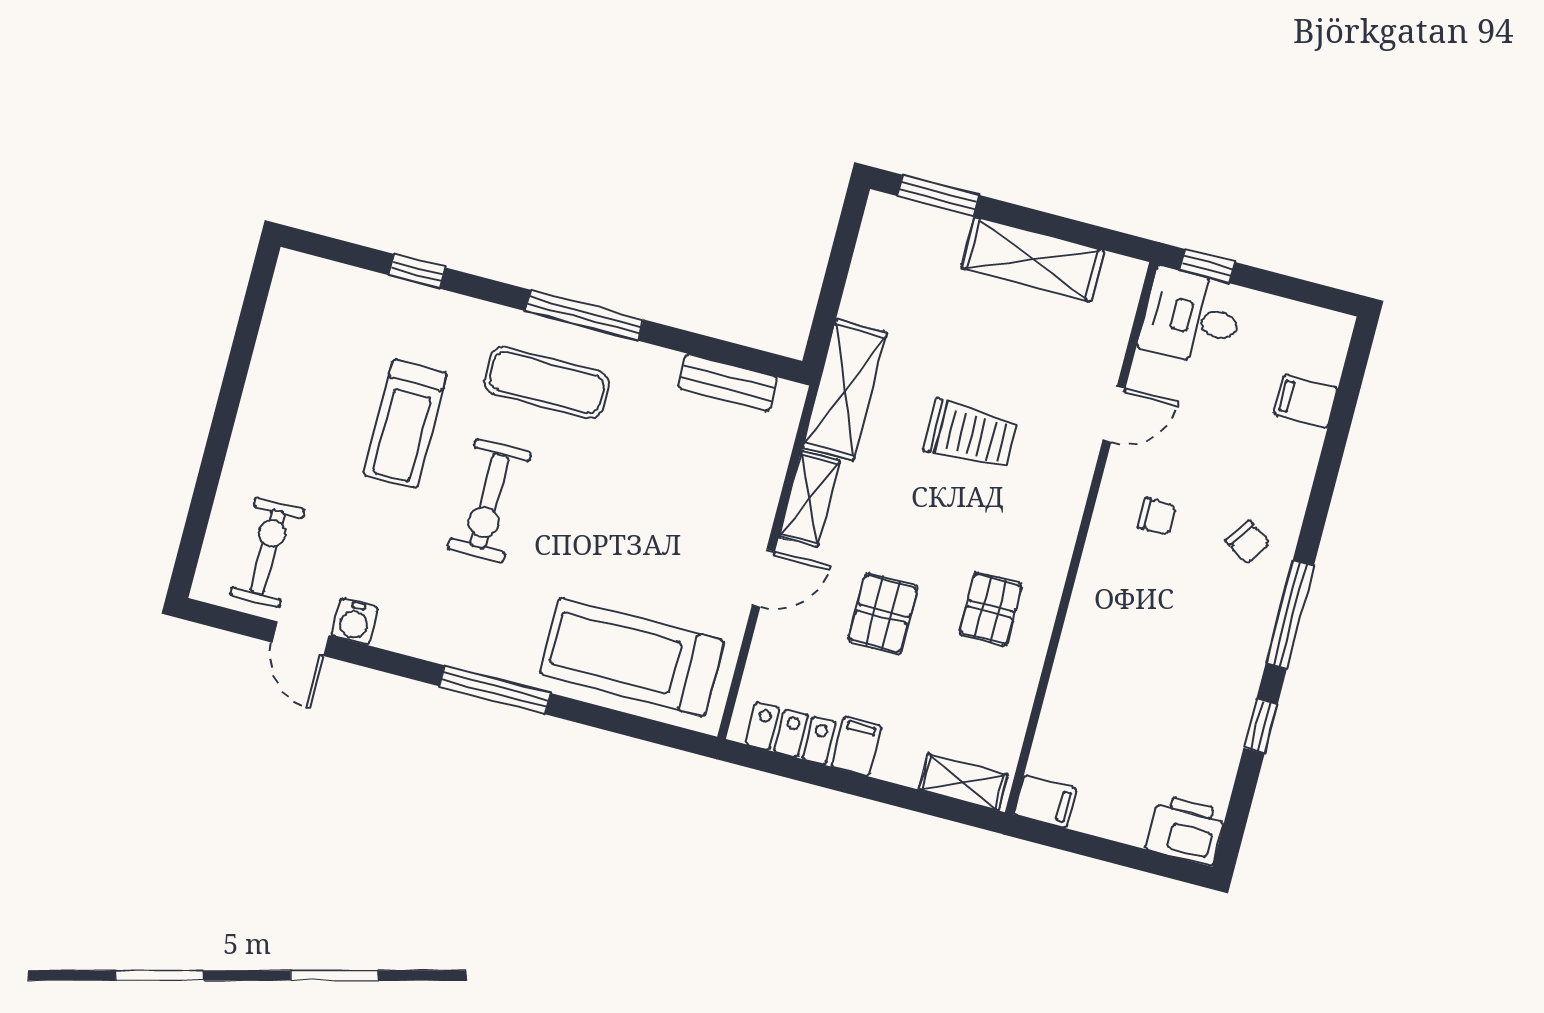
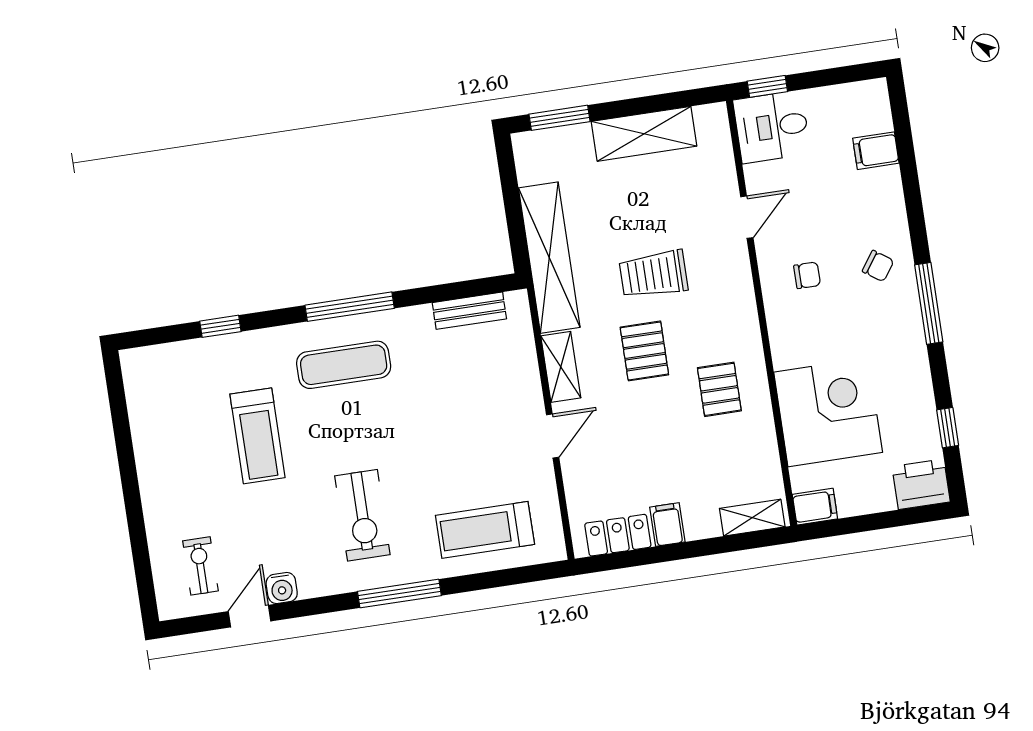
shelving: (845, 390) -> (549, 258), width x1.47
trolley: (971, 435) -> (654, 274), turned 180
exercise bike: (489, 501) -> (362, 515), moved
exercise bike: (267, 552) -> (200, 566), width x0.73, depth x0.72
pallet: (883, 614) -> (644, 351), moved
door: (301, 639) -> (249, 616), swing flipped
treadmill: (632, 657) -> (485, 530), width x0.73, depth x0.73
corner desk: (1111, 694) -> (828, 412), added
window: (1261, 726) -> (948, 428), moved

